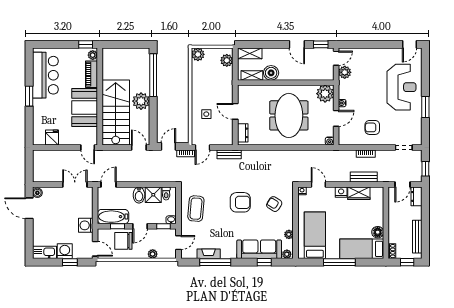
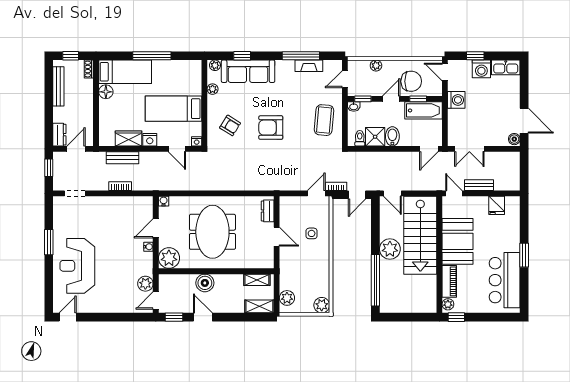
boiler: (271, 73) -> (205, 283), moved
armchair: (372, 127) -> (112, 217), removed
bench: (229, 154) -> (479, 185), moved
bed: (315, 235) -> (174, 109), moved, turned 90

